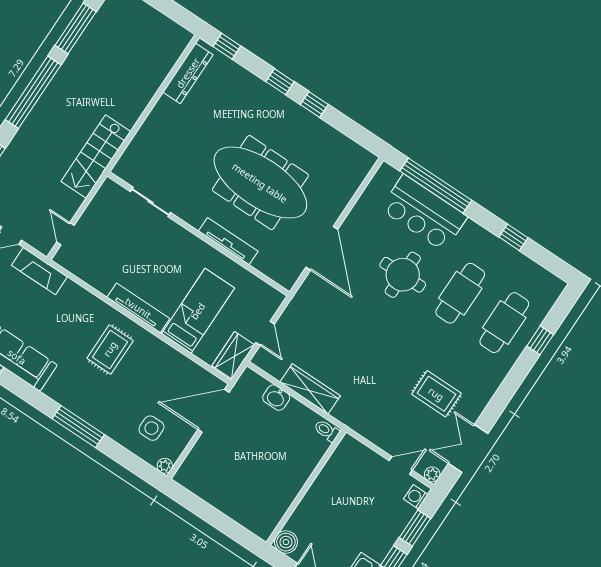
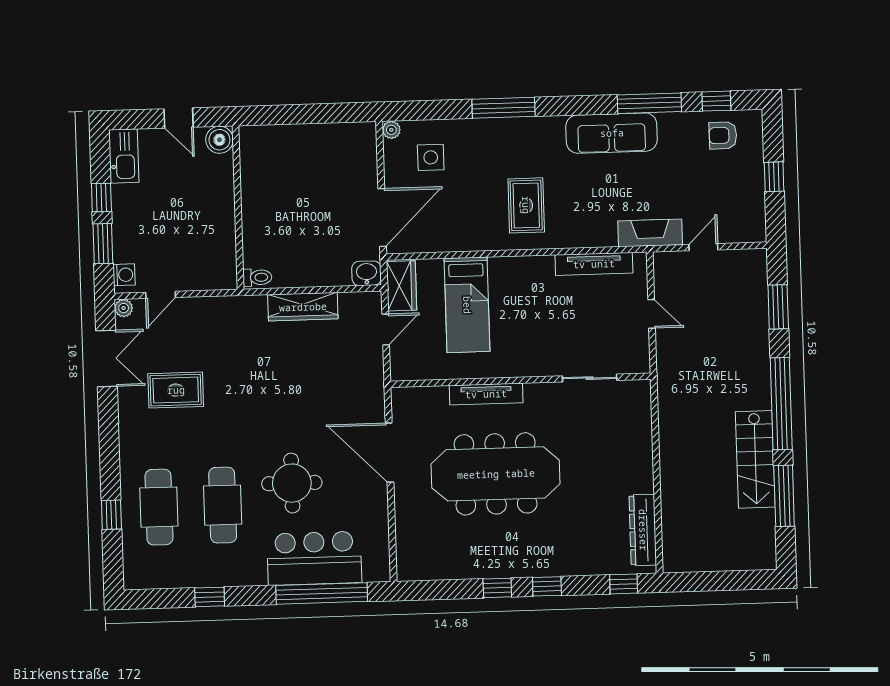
stairs: (96, 157) -> (755, 459), moved, turned 180
door: (65, 234) -> (652, 314), moved
tv unit: (138, 308) -> (594, 264), moved
door: (265, 333) -> (386, 329), swing flipped
washbasin: (276, 398) -> (367, 273), moved

